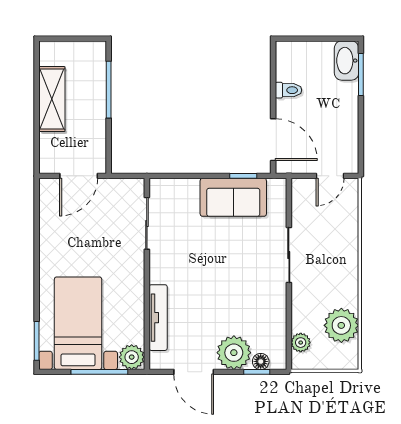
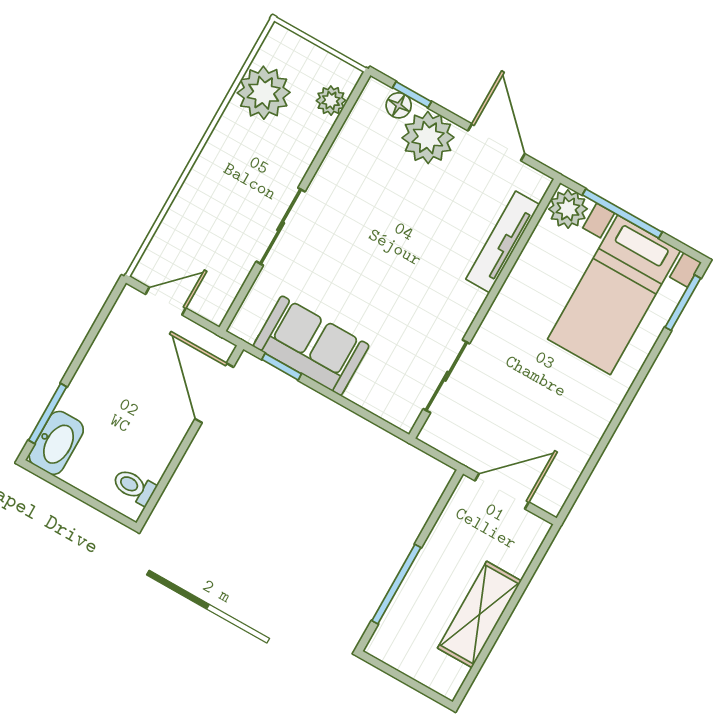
toilet: (288, 90) -> (134, 487), moved

